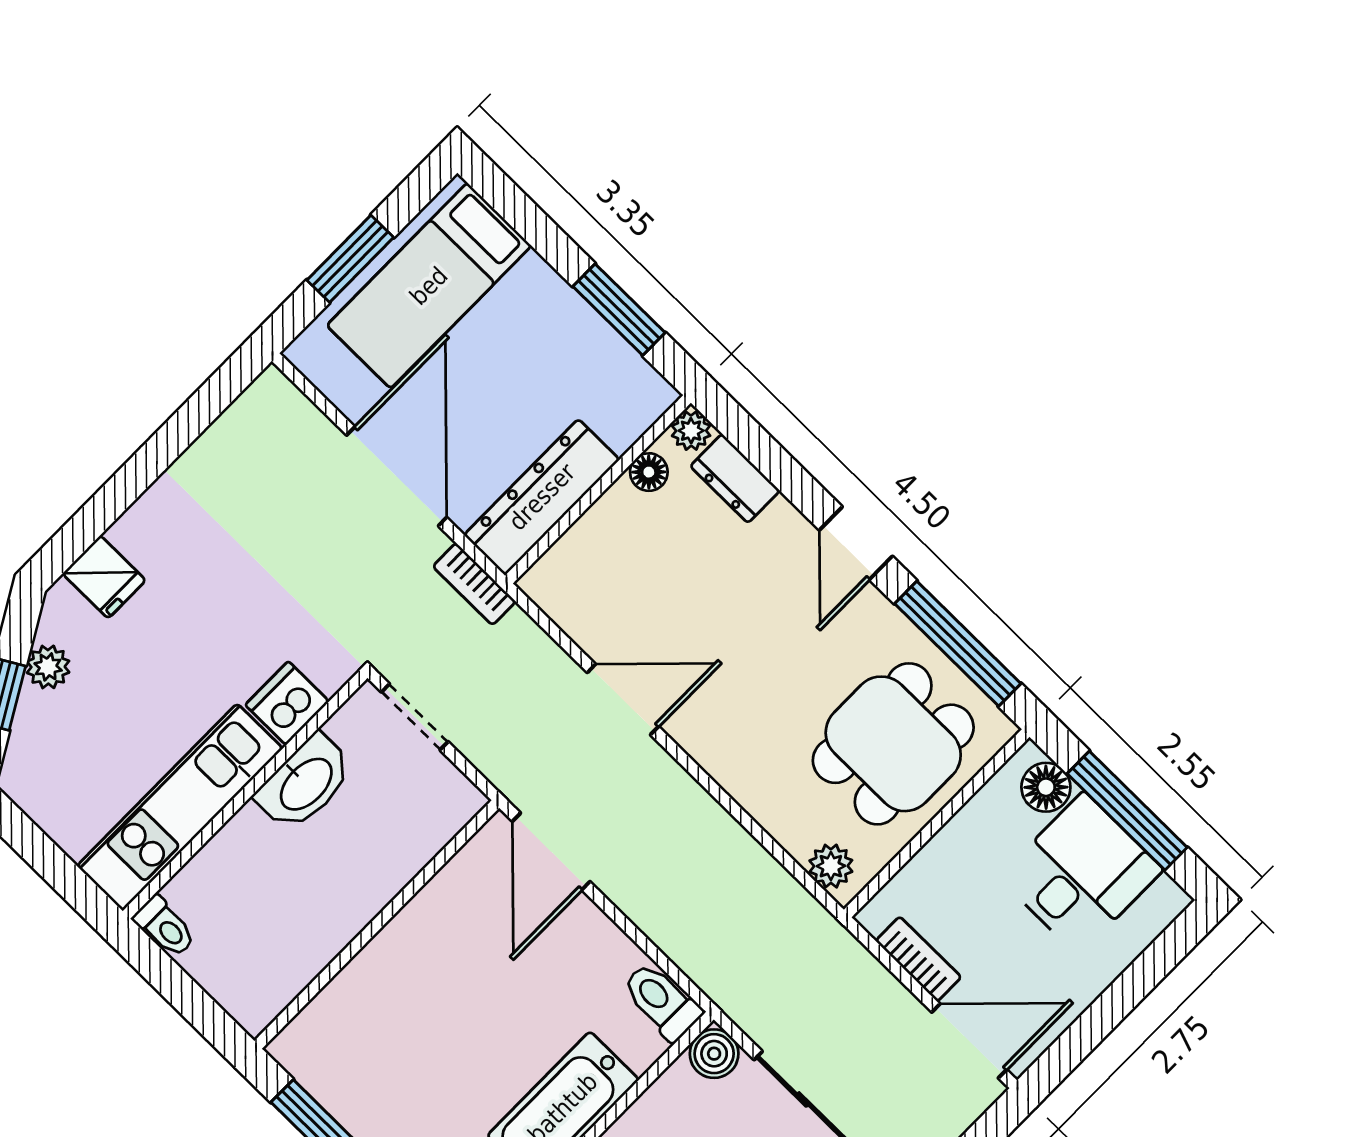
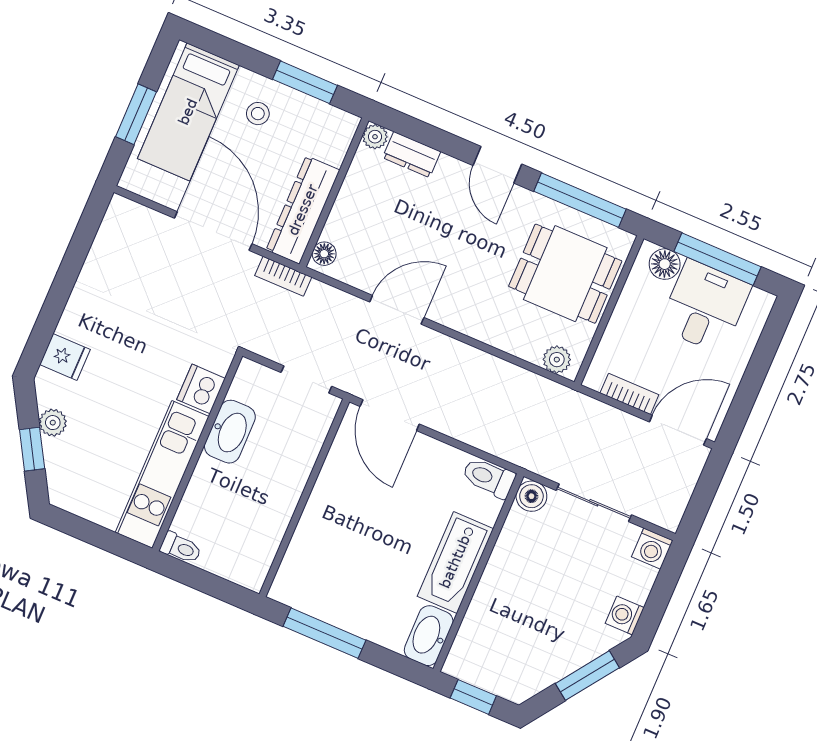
stool: (531, 328) -> (258, 114), added
floor lamp: (649, 472) -> (324, 254), moved
doorway: (415, 717) -> (306, 379), moved
dining table: (893, 744) -> (565, 274), turned 90

